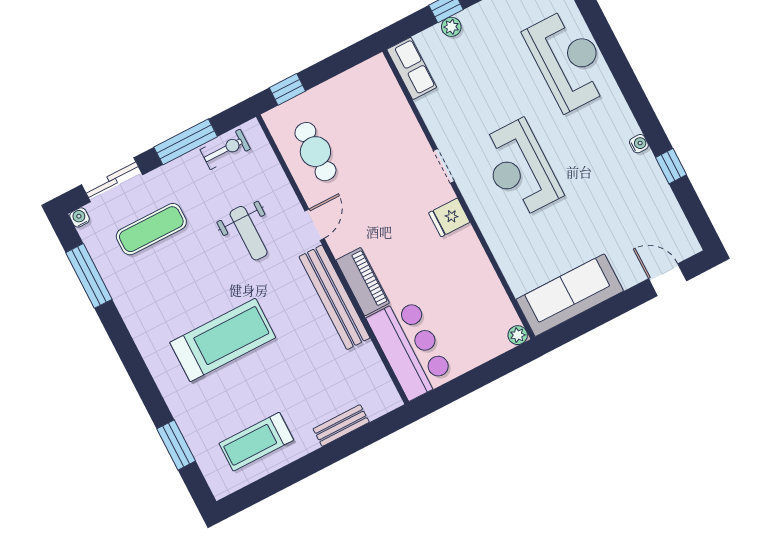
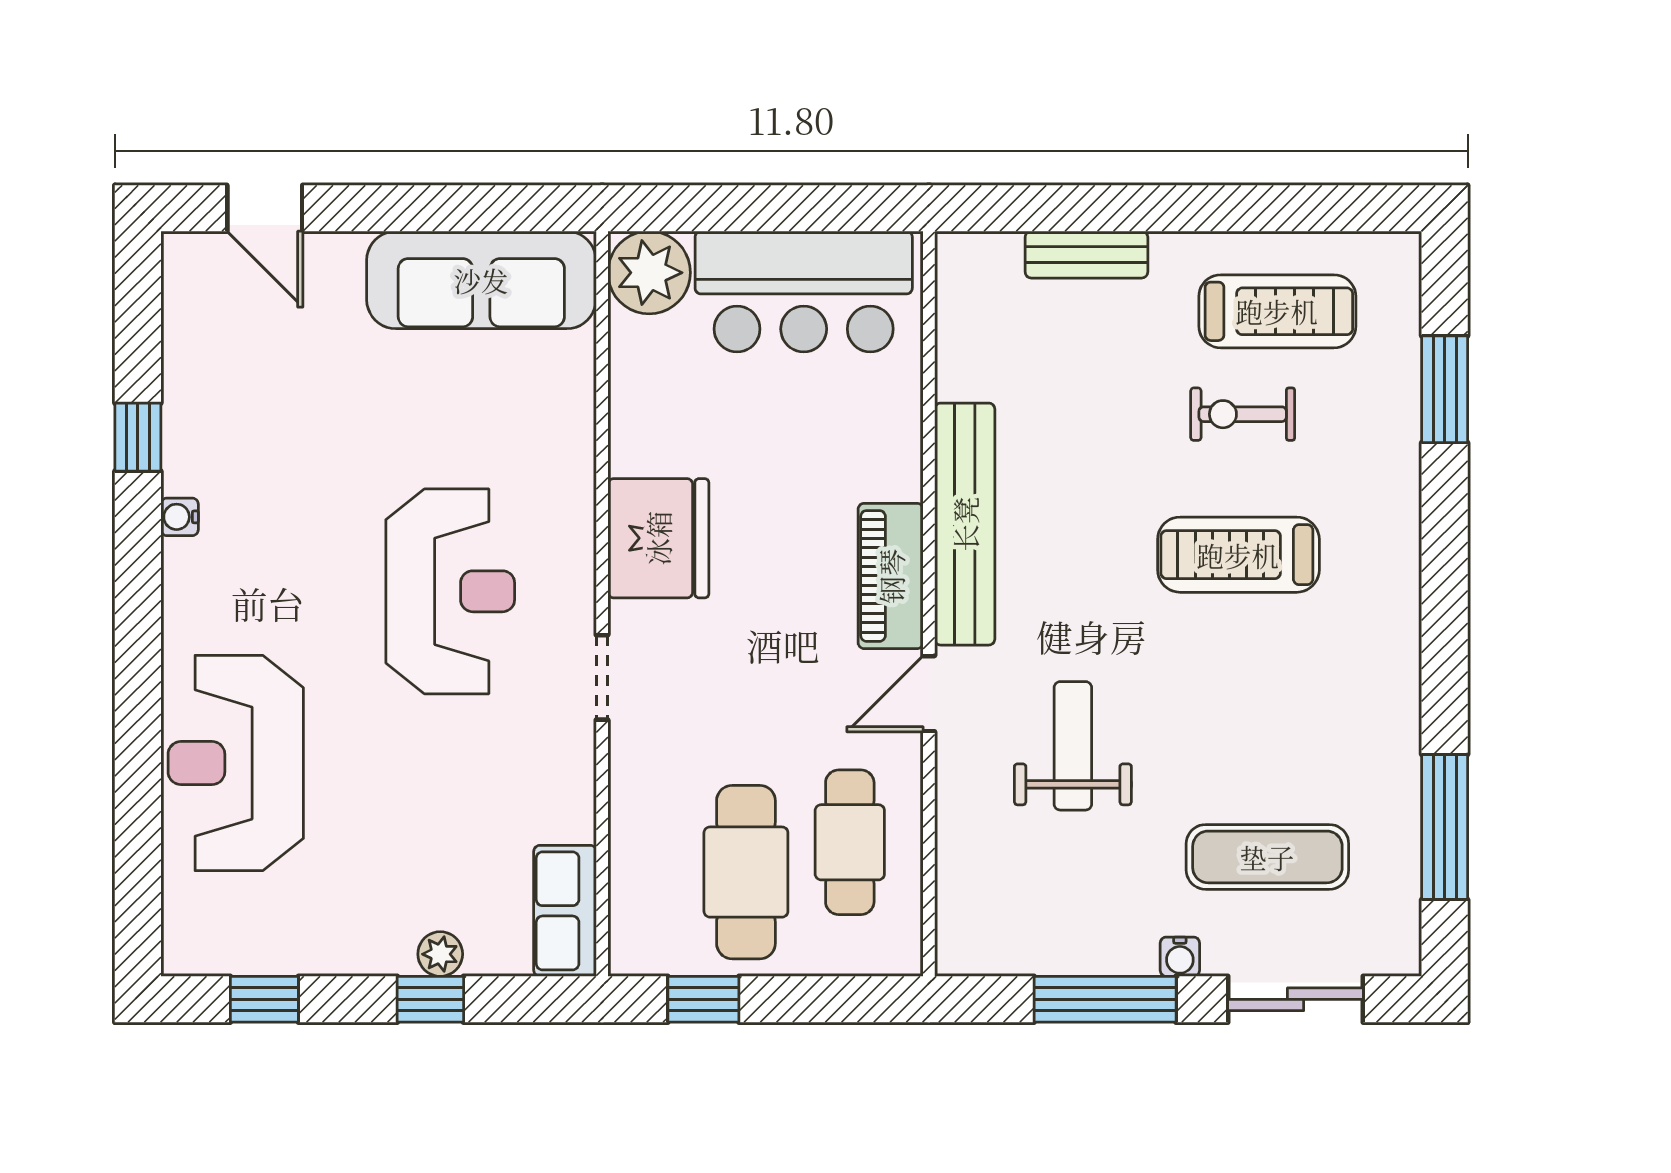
window: (287, 89) -> (703, 999), moved
cafe table: (350, 119) -> (746, 872), added
exercise bike: (225, 149) -> (1243, 414), moved
water cooler: (80, 217) -> (1180, 957), moved
fridge: (449, 217) -> (658, 538), width x1.88, depth x1.34
piano: (363, 282) -> (891, 576), moved
plant: (518, 335) -> (649, 273), width x1.88, depth x1.88
treadmill: (223, 340) -> (1238, 555), width x0.73, depth x0.73
bar counter: (410, 348) -> (804, 292), moved, turned -90

